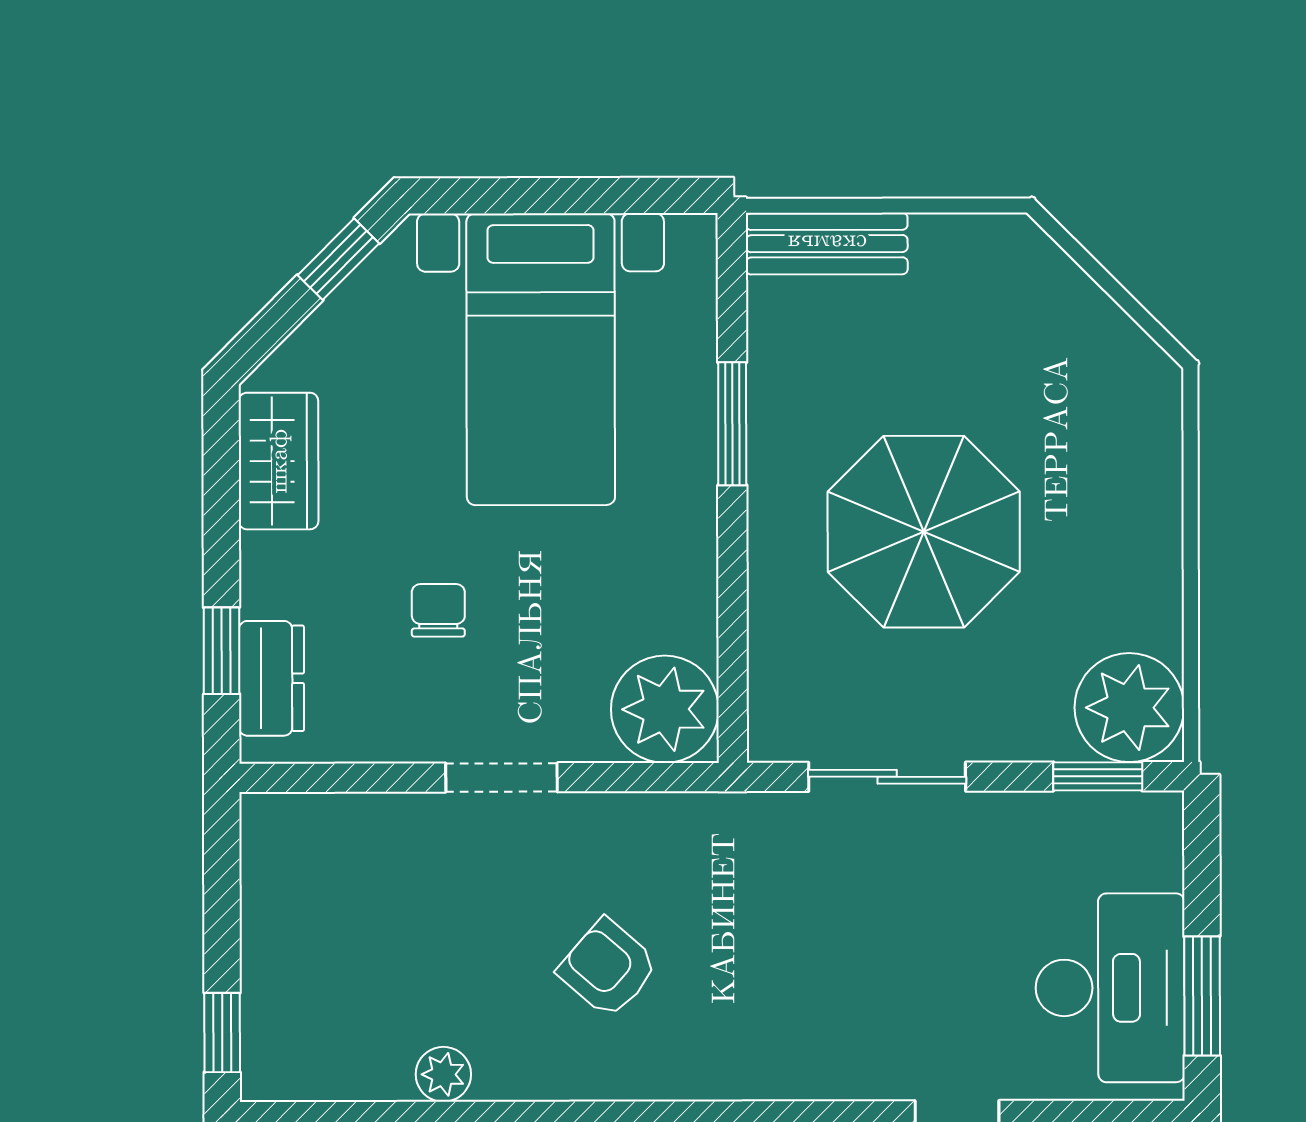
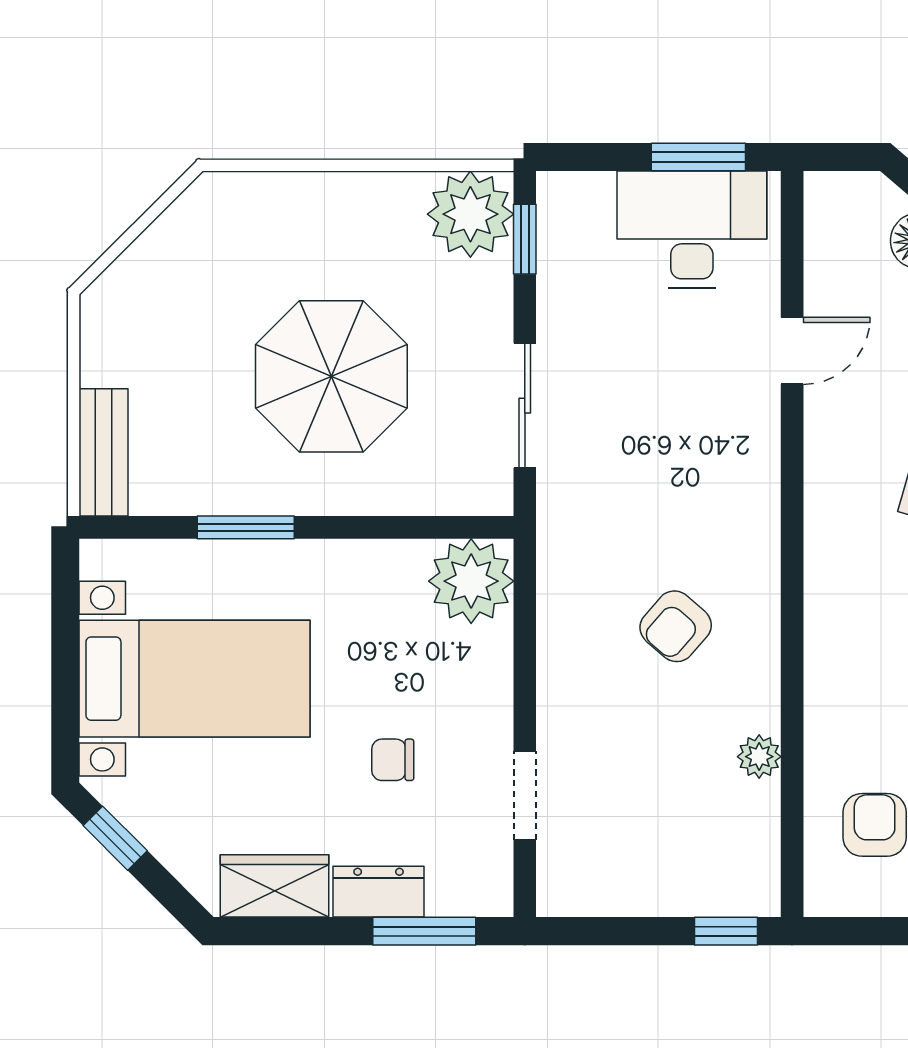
window: (221, 651) -> (424, 931), width x1.50
dresser: (271, 678) -> (379, 892), moved
doorway: (502, 777) -> (525, 796), moved

